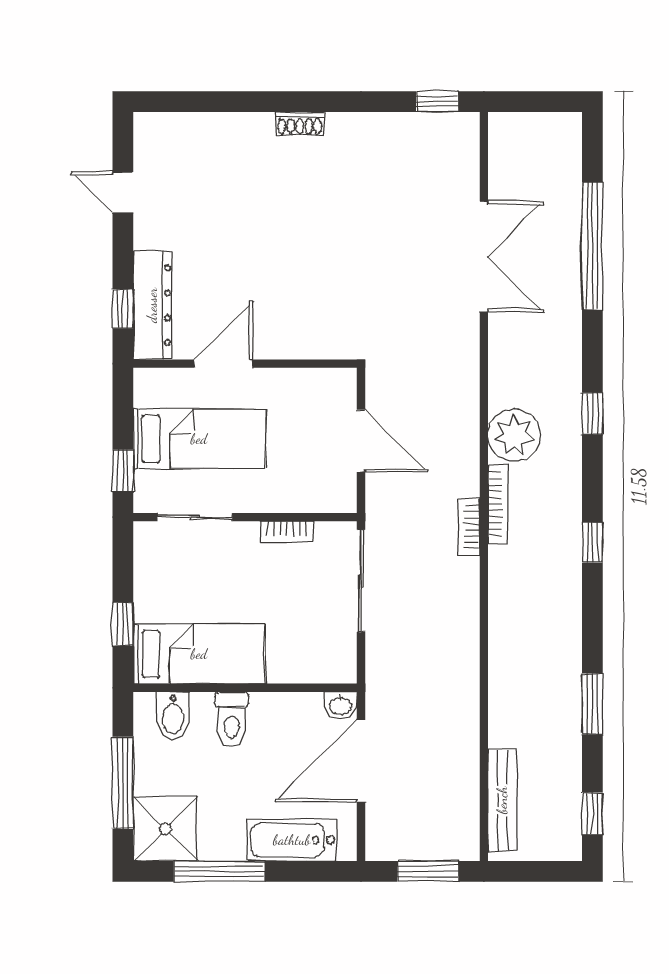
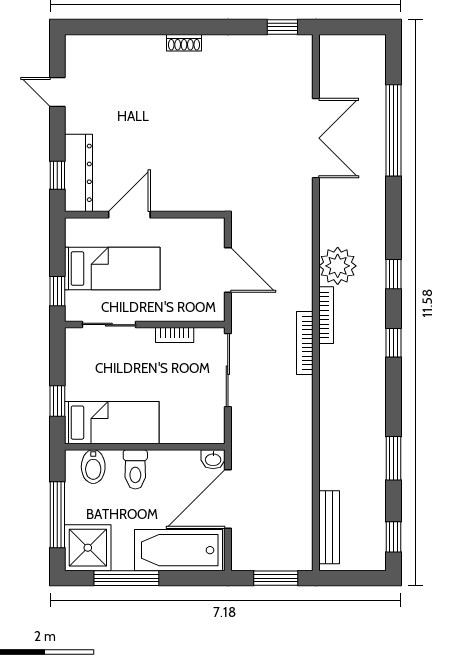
window: (592, 413) -> (394, 274), moved
bookcase: (468, 527) -> (305, 343), width x1.56
bathtub: (292, 840) -> (178, 550), width x1.36, depth x1.36

